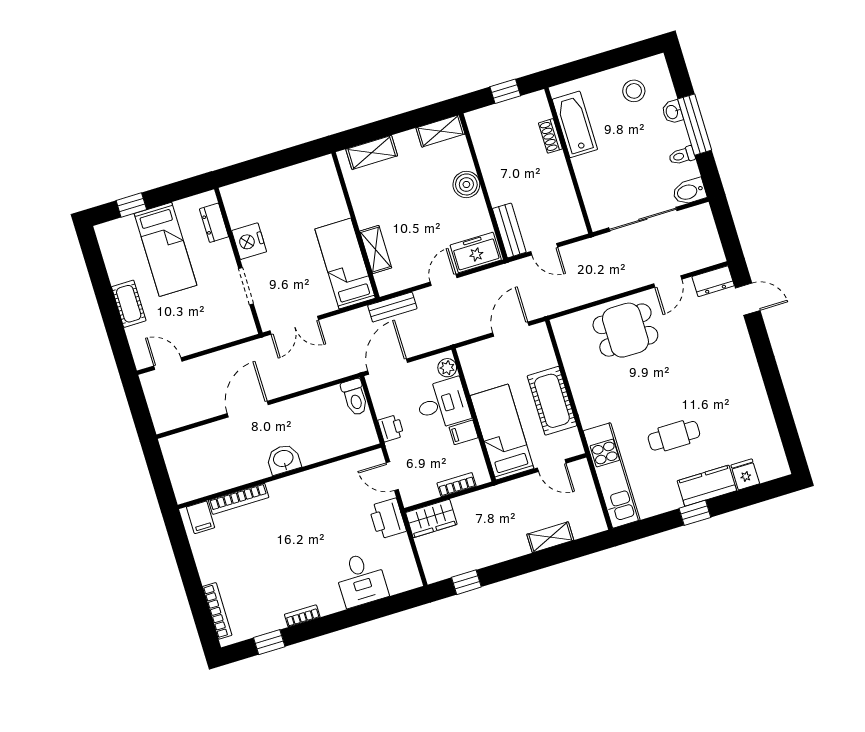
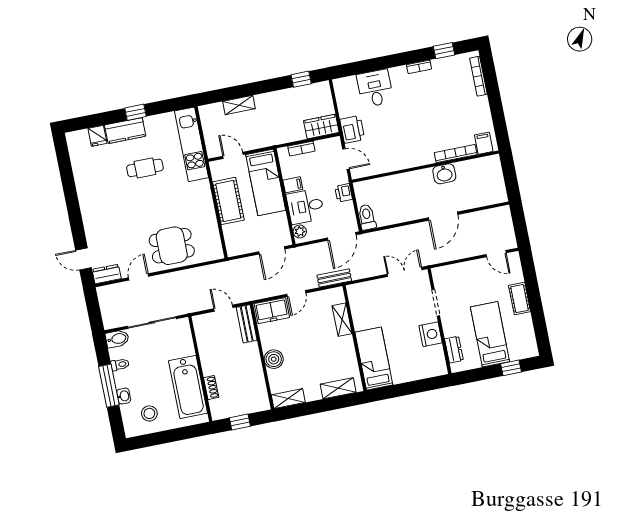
bathtub: (575, 124) -> (188, 387), width x1.36, depth x1.36
bed: (345, 264) -> (374, 359), moved, turned 180
door: (511, 329) -> (272, 250), moved
washbasin: (283, 459) -> (444, 174), moved

